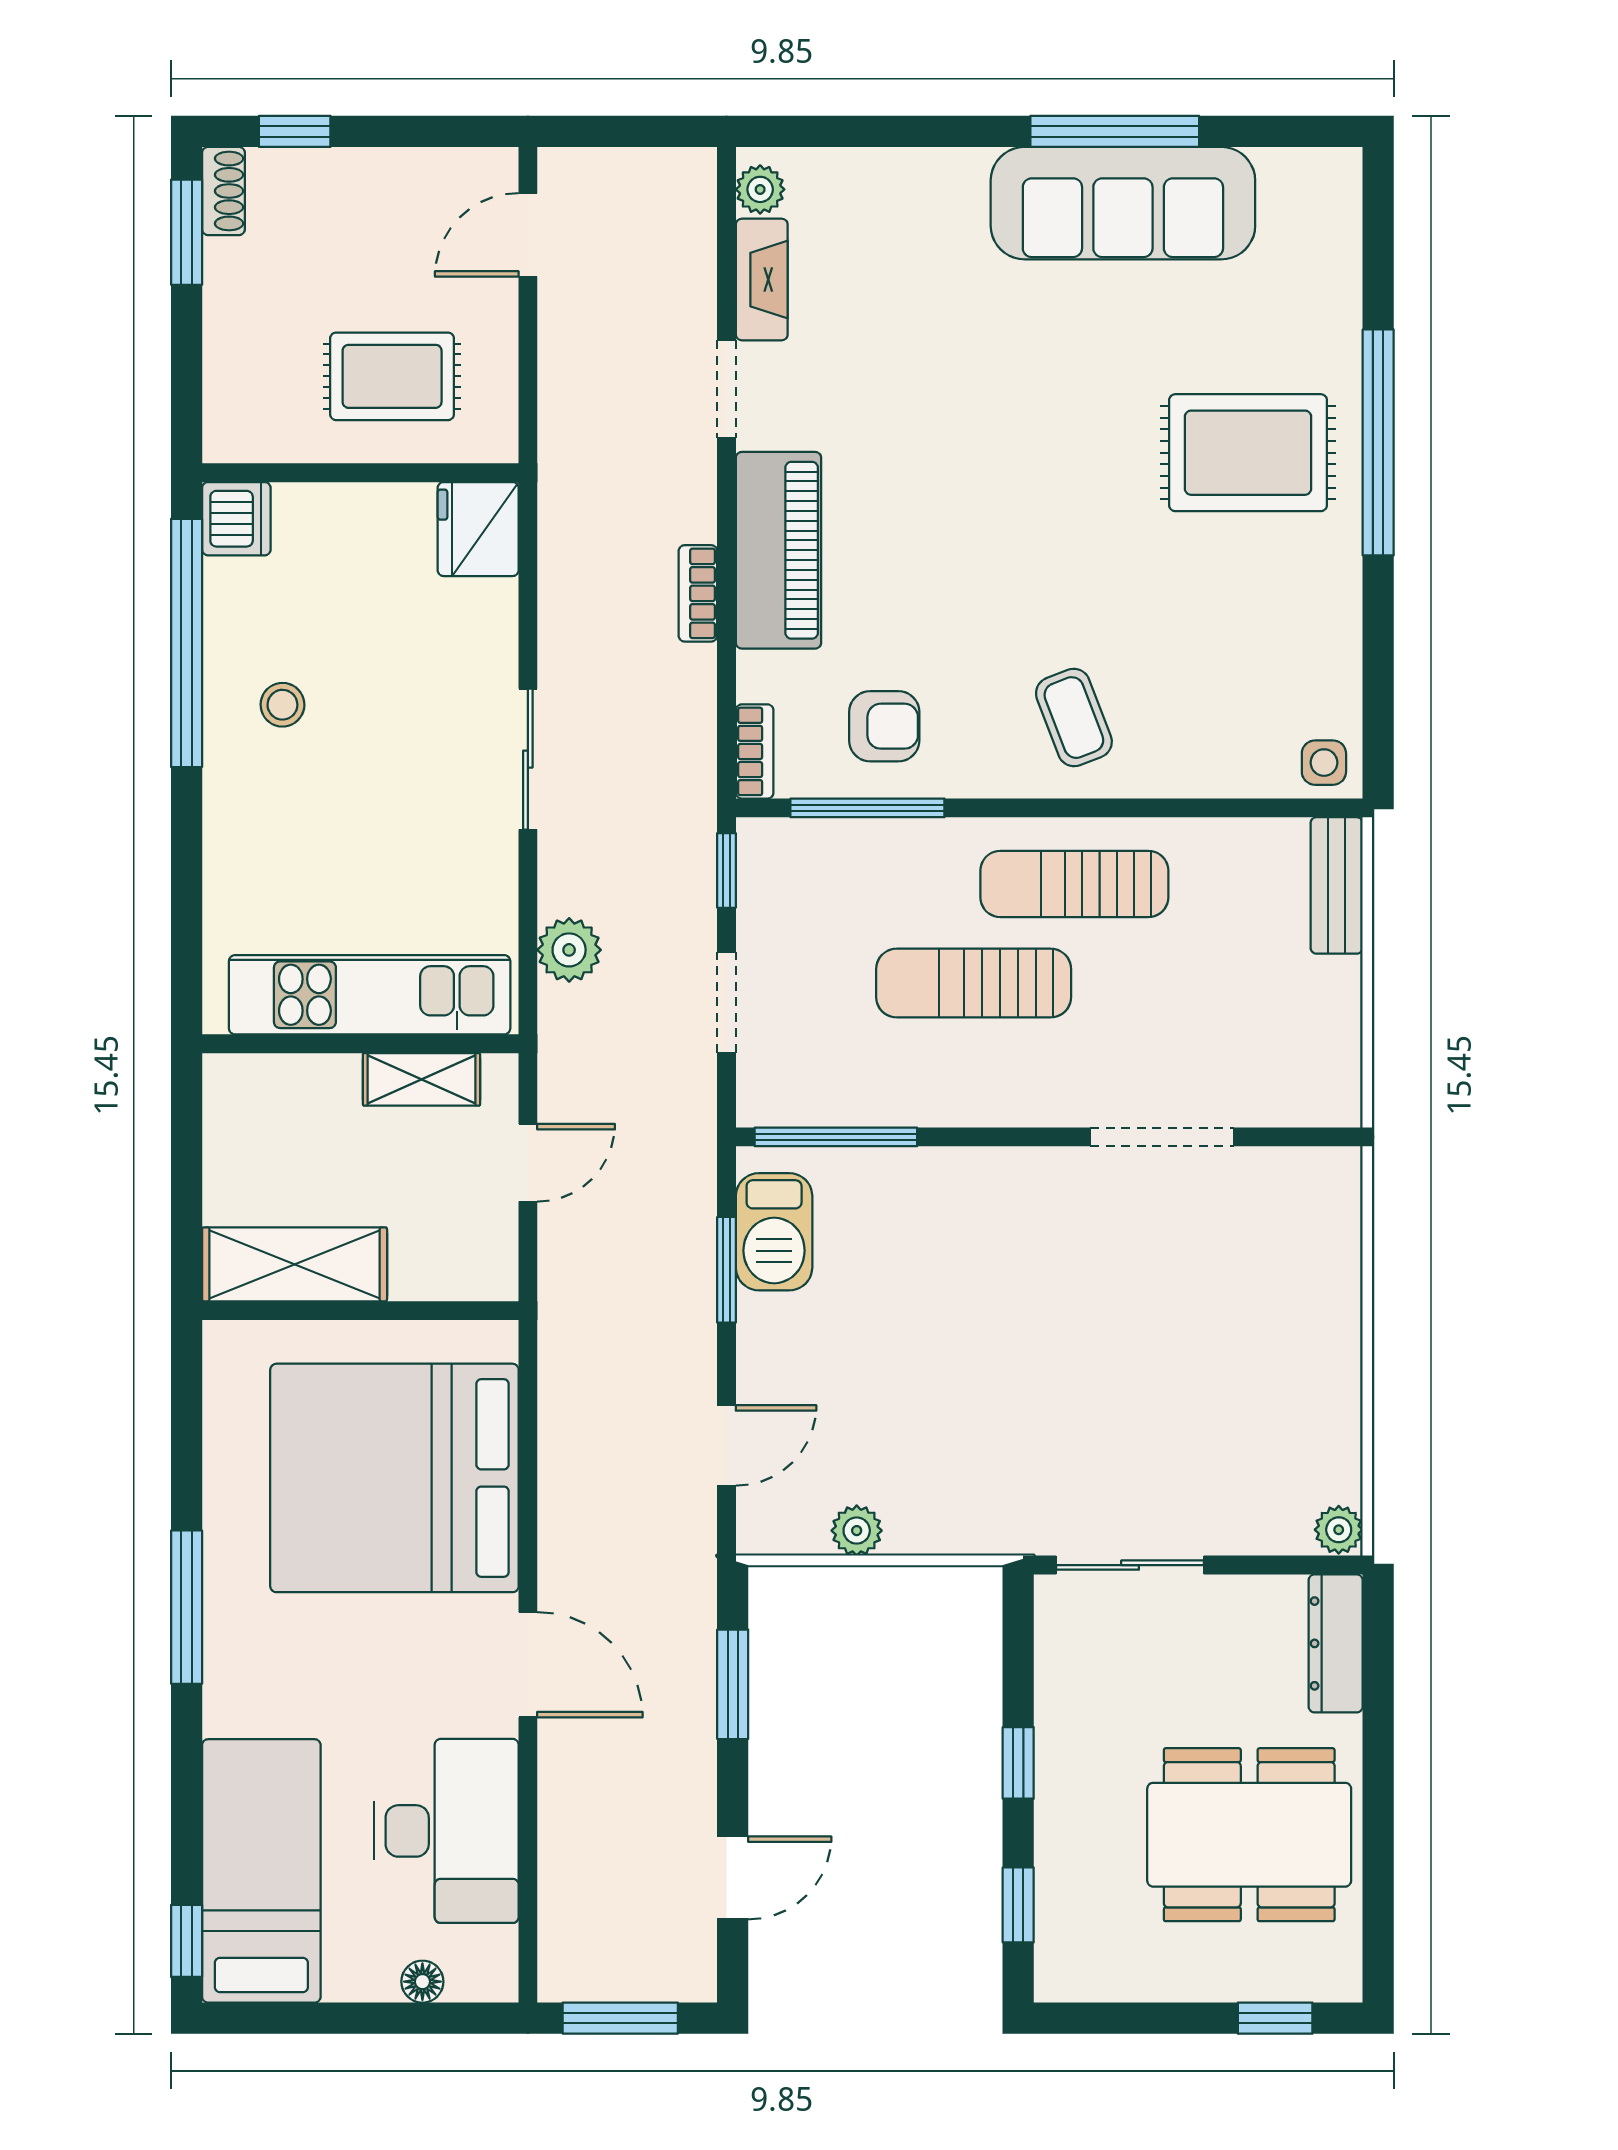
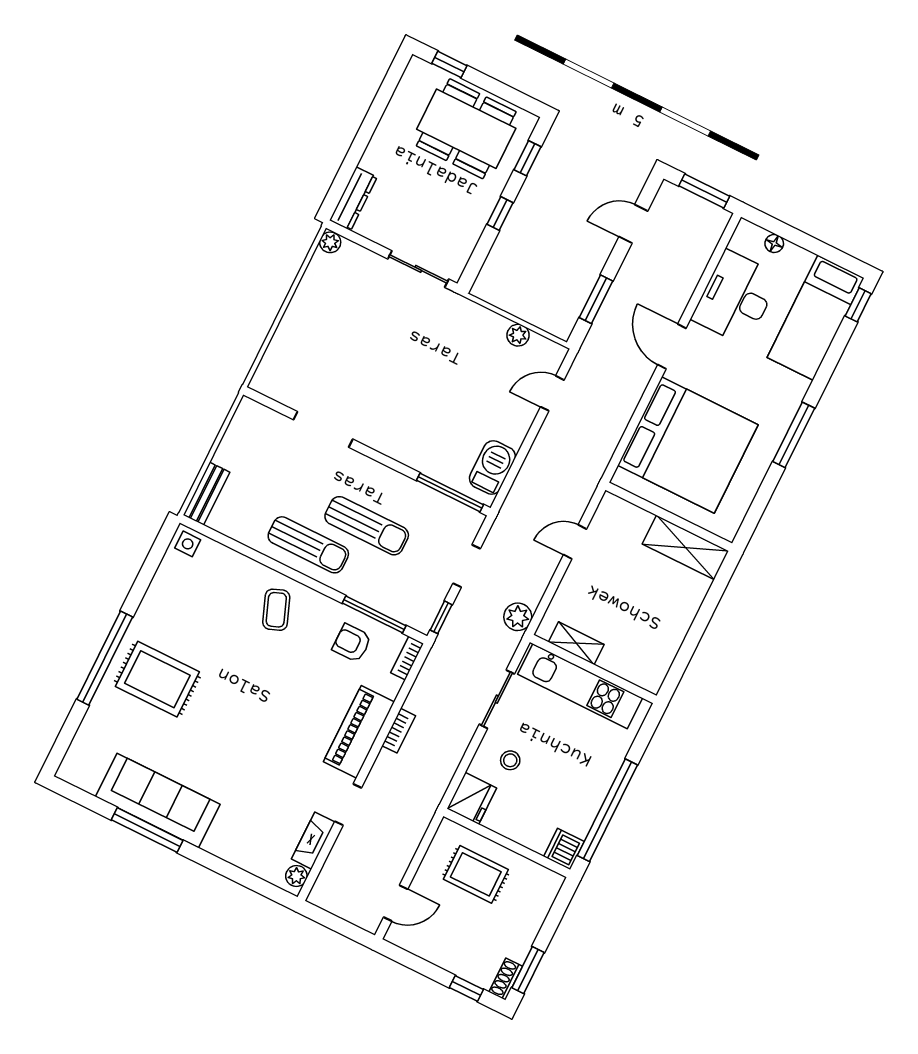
stool: (282, 705) -> (510, 760), moved
kitchen unit: (370, 995) -> (580, 686), moved
wall: (360, 1044) -> (593, 669), moved
shelving: (421, 1079) -> (576, 643), moved
window: (726, 1270) -> (518, 462), removed
dining table: (1249, 1835) -> (466, 129), moved

